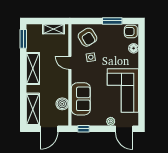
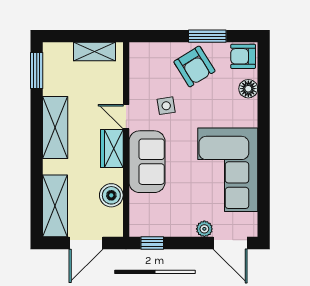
armchair: (87, 37) -> (194, 66), moved
wardrobe: (63, 79) -> (112, 148), added
sofa: (81, 99) -> (147, 162), moved

